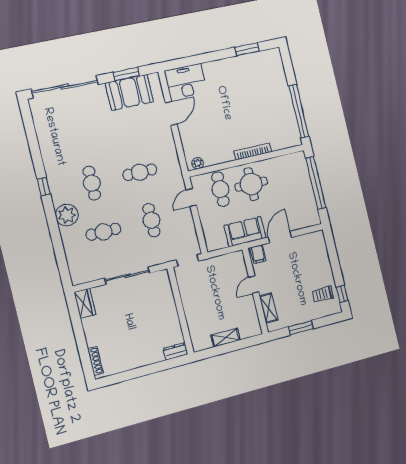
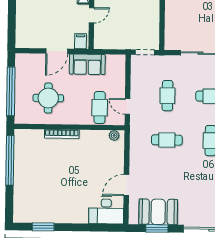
round table: (251, 184) -> (48, 98), moved
door: (191, 198) -> (127, 107), swing flipped

